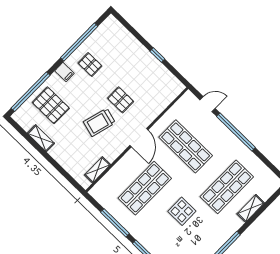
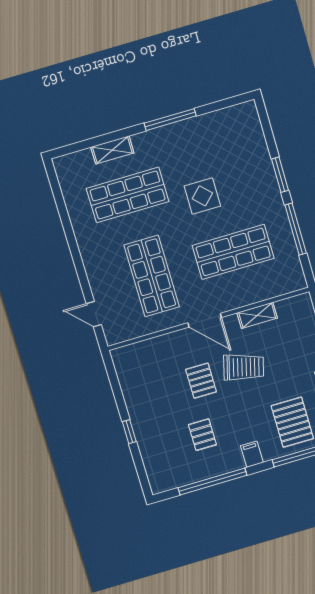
window: (157, 55) -> (129, 432), moved
pallet: (90, 65) -> (202, 435), moved
window: (236, 132) -> (77, 258), removed
door: (139, 138) -> (205, 320), swing flipped
shelving: (97, 170) -> (257, 315), moved

